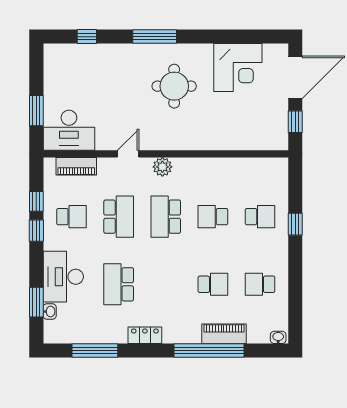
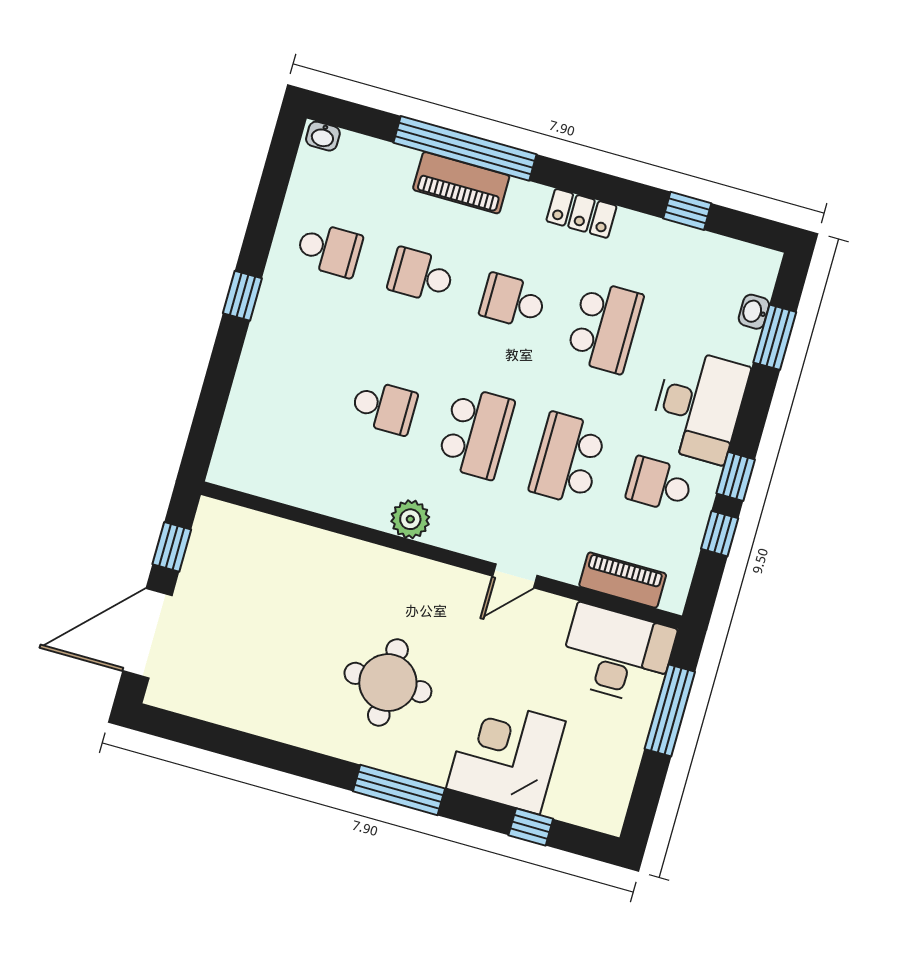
corner desk: (238, 67) -> (506, 755), moved
window: (36, 111) -> (670, 710), width x1.44
plant: (162, 167) -> (410, 519), moved
school desk: (260, 217) -> (513, 301), moved
window: (295, 224) -> (242, 296), moved
desk: (63, 277) -> (699, 406), moved
piano: (224, 334) -> (461, 183), moved
window: (95, 351) -> (687, 211), width x0.46

